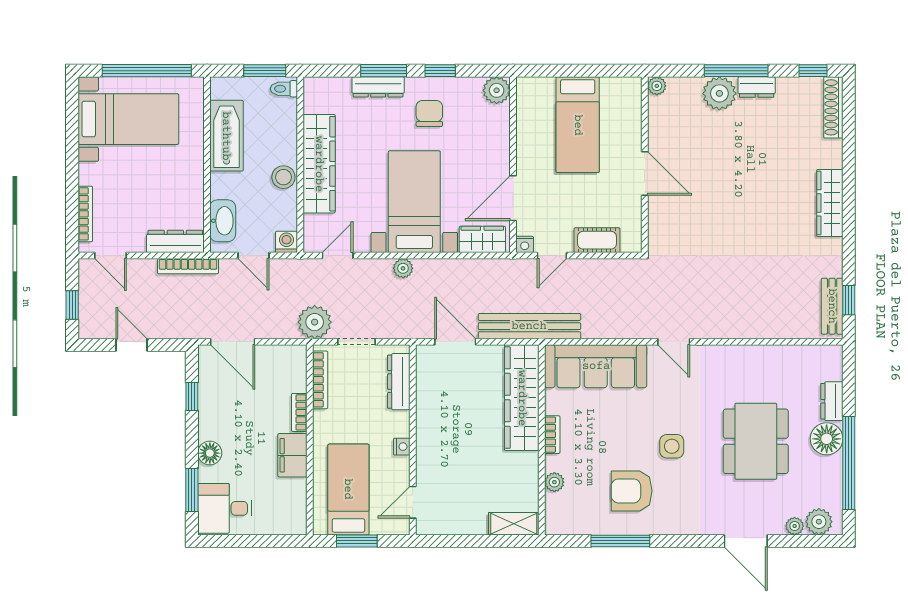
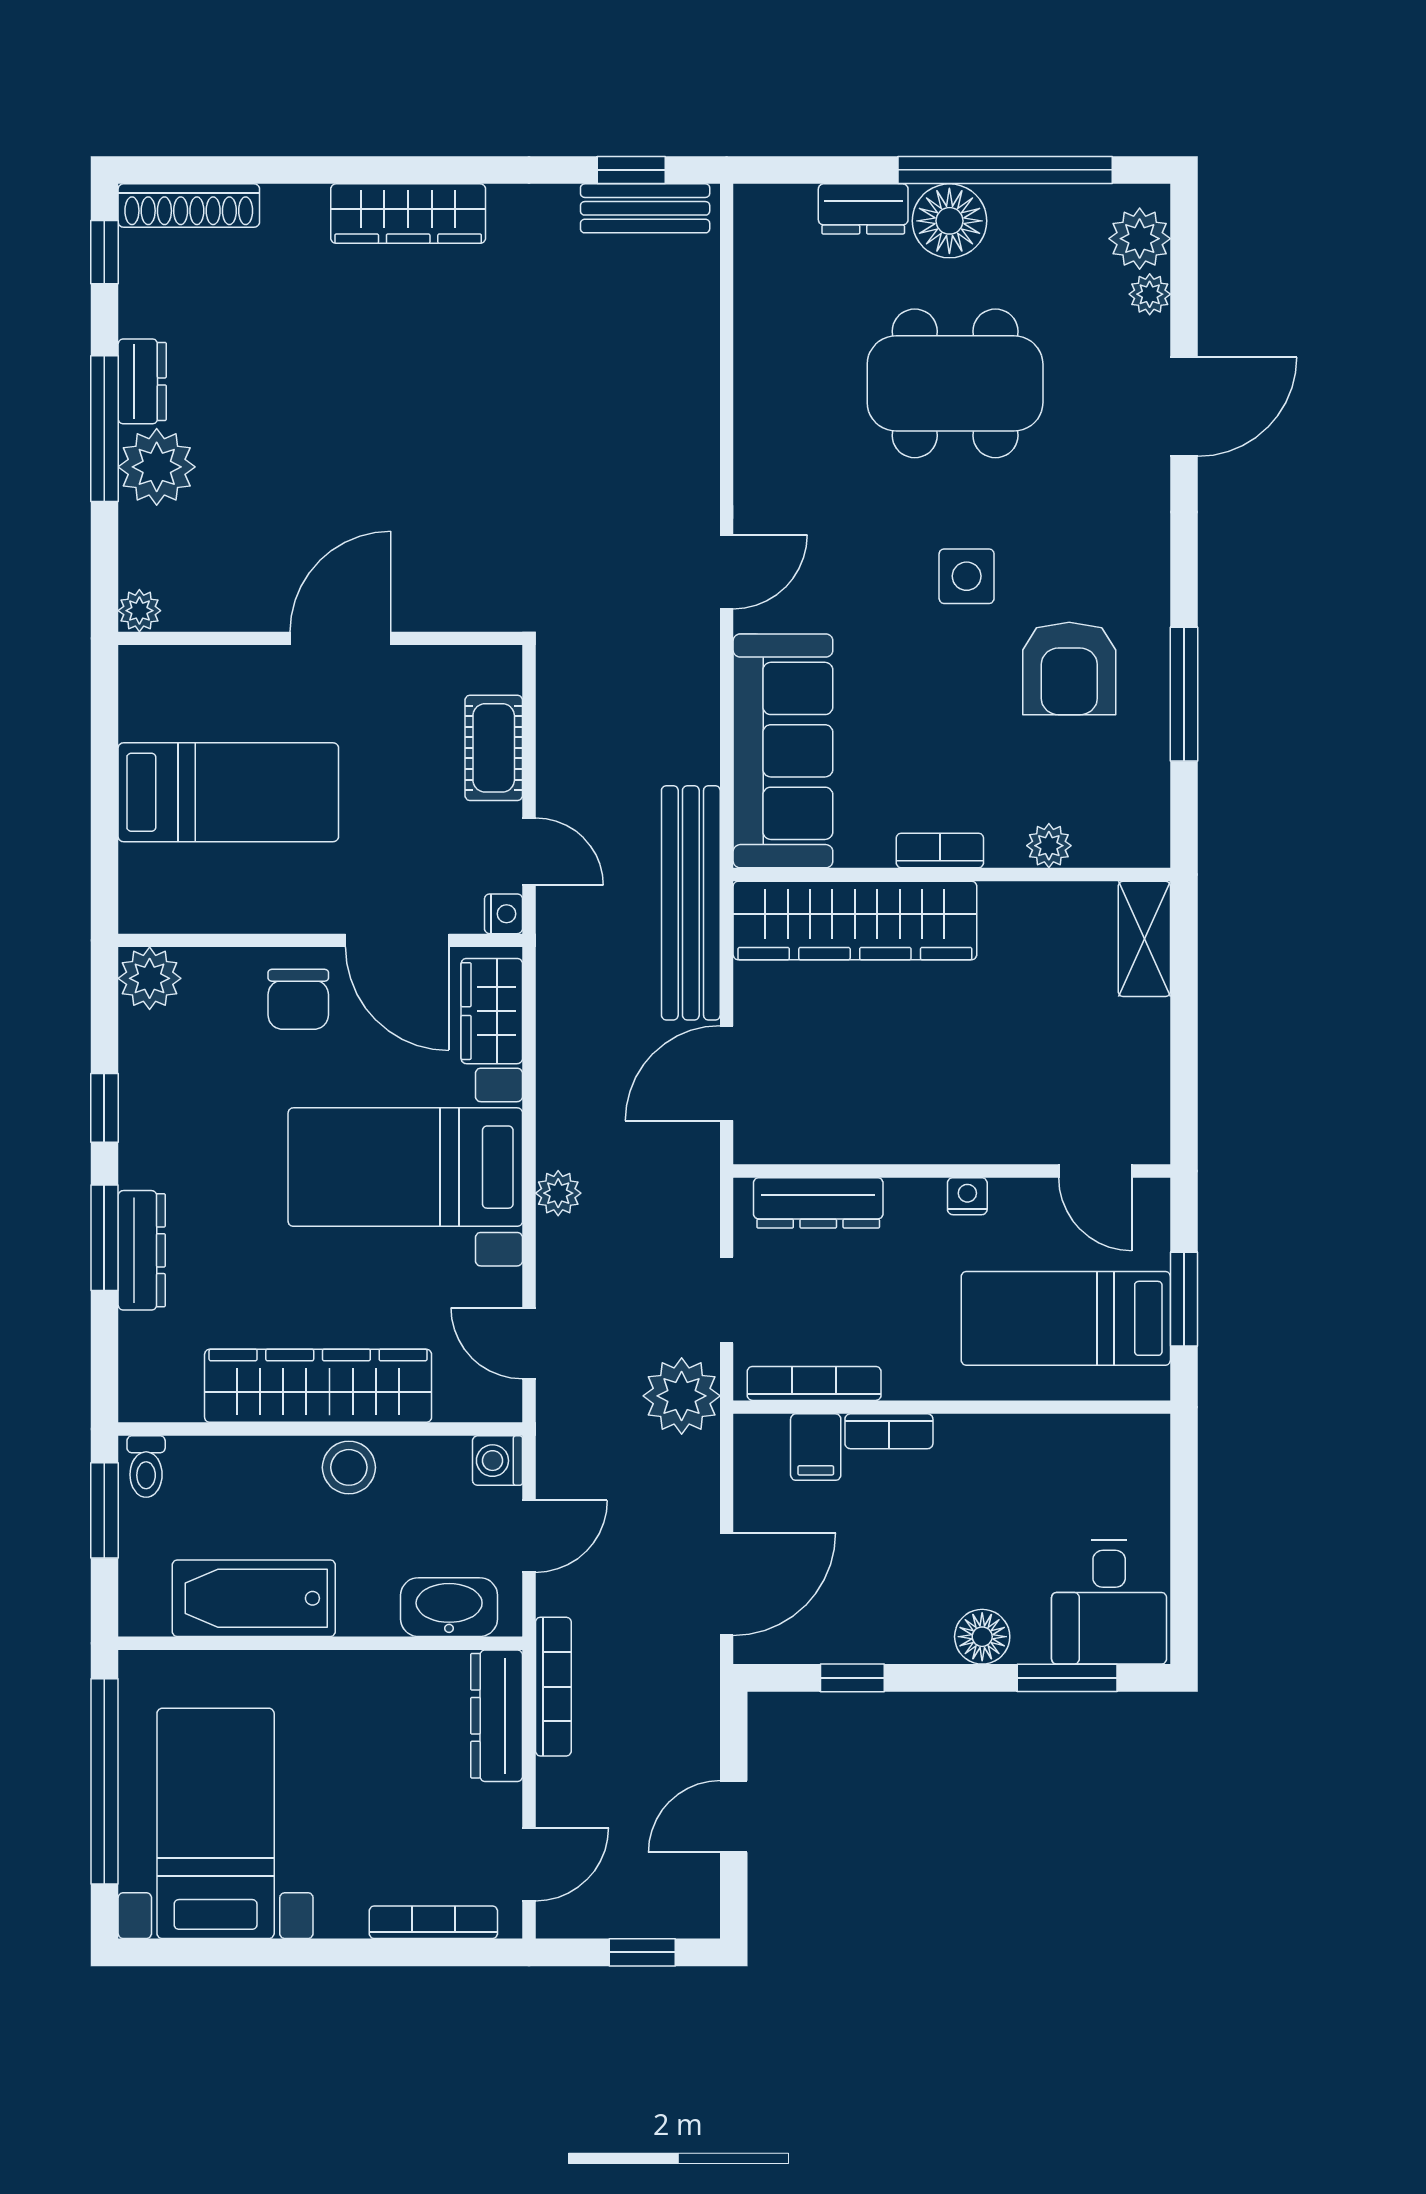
chair: (429, 113) -> (298, 999), moved, turned -90
filing cabinet: (292, 455) -> (816, 1447), moved, width x0.50

